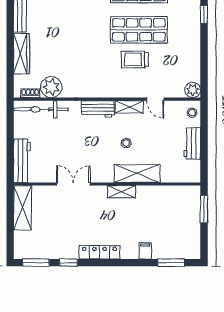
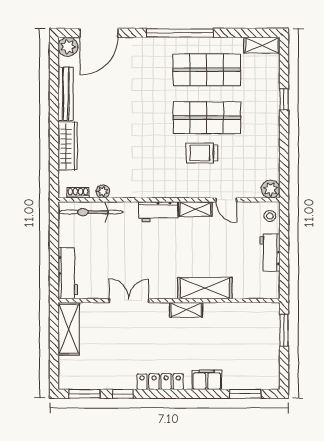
plant: (51, 87) -> (103, 192), width x0.53, depth x0.53
stool: (126, 143) -> (192, 252), removed
filing cabinet: (145, 251) -> (207, 380), width x2.00

